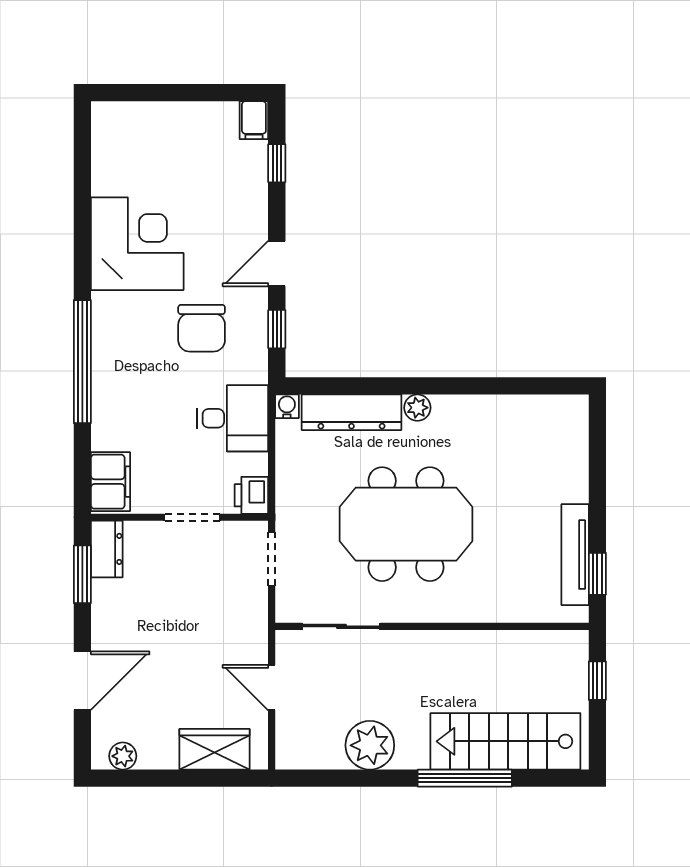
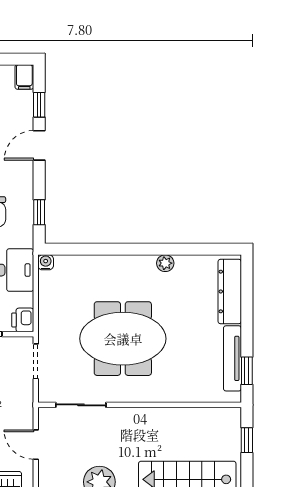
door: (277, 264) -> (39, 145), moved
plant: (417, 408) -> (165, 263), moved
dresser: (351, 412) -> (230, 291), moved, turned 90

